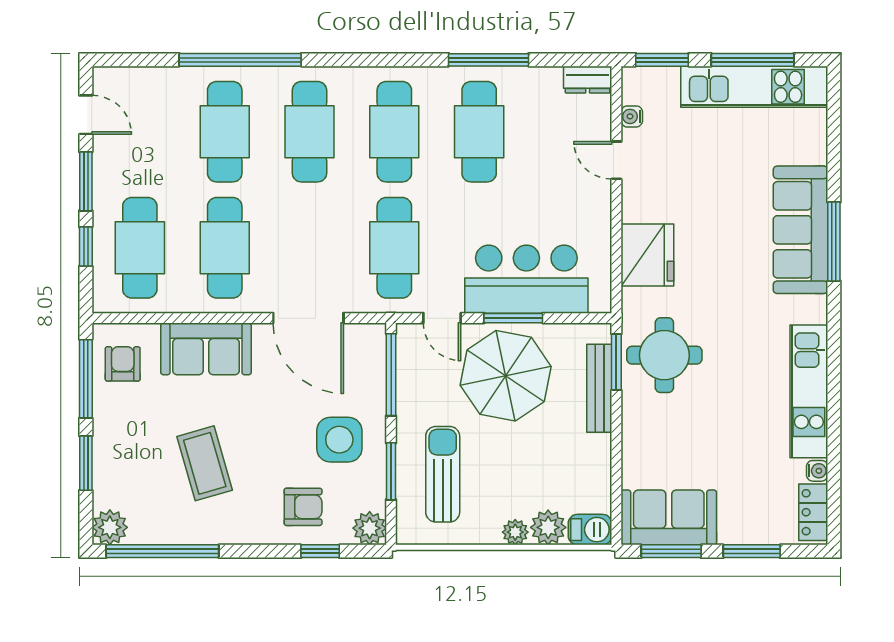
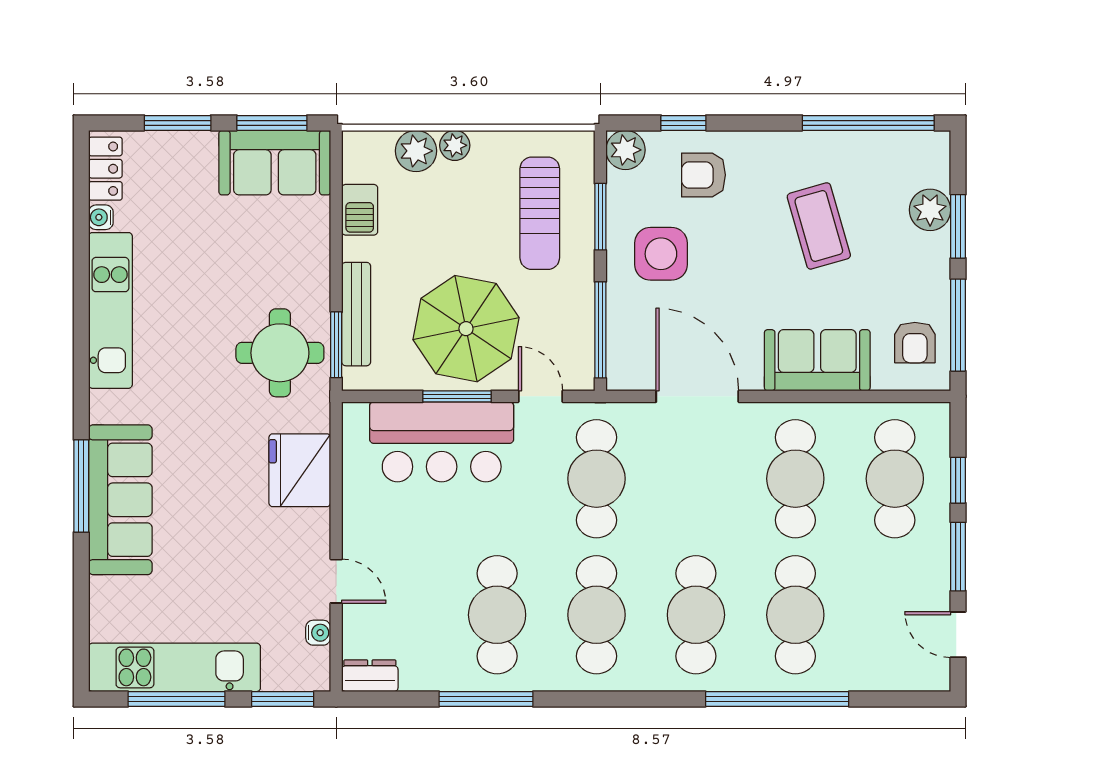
plant: (110, 527) -> (930, 210), moved
barbecue: (590, 530) -> (360, 210), moved, turned -90

